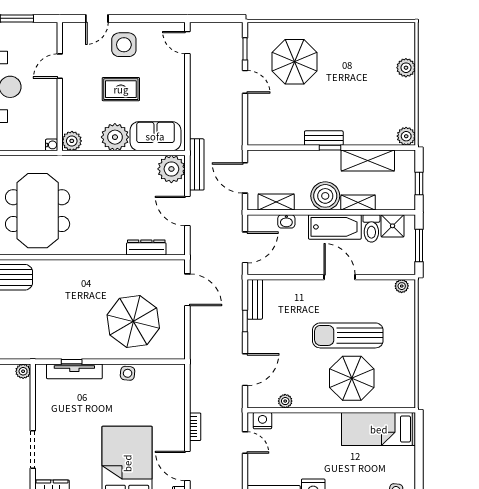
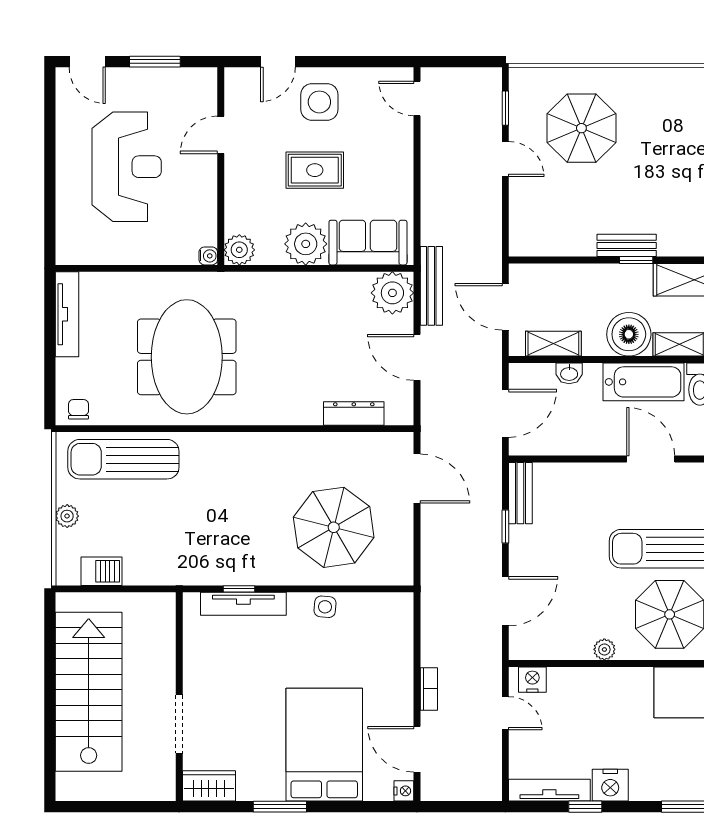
plant: (23, 371) -> (164, 604), removed
plant: (285, 401) -> (604, 649), moved

